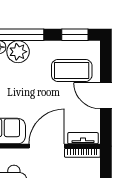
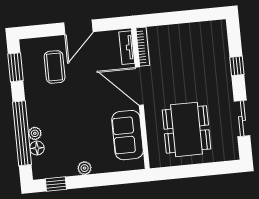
plant: (18, 52) -> (35, 133), width x0.53, depth x0.53
coffee table: (72, 70) -> (55, 67), width x0.73, depth x0.76

